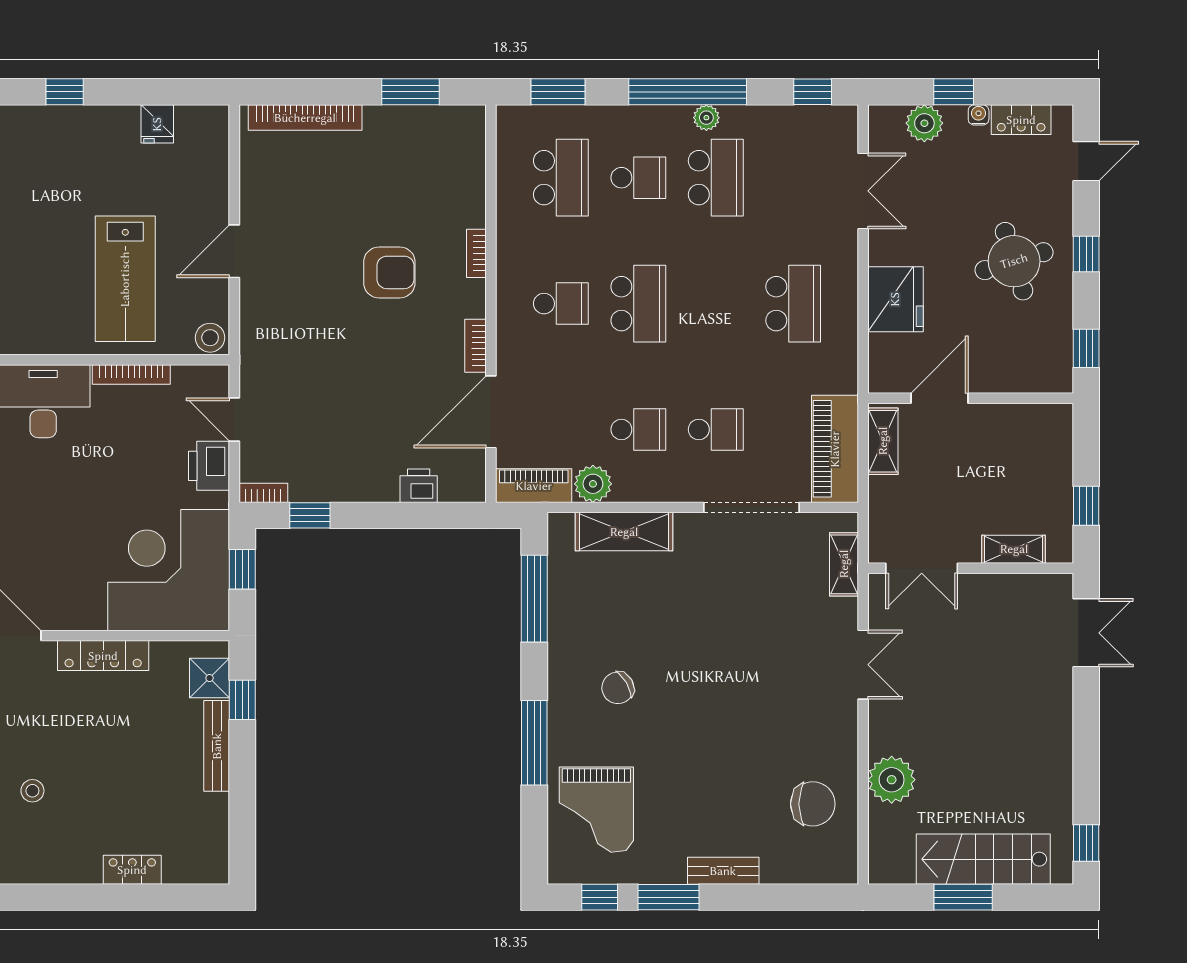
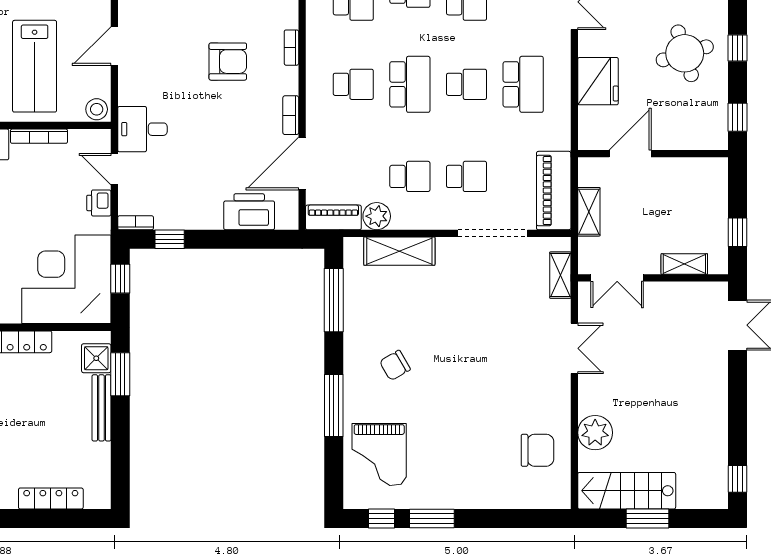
school desk: (716, 304) -> (467, 84), added
desk: (273, 365) -> (142, 129), added
shelving: (883, 441) -> (589, 212), moved
printer: (209, 466) -> (99, 203), width x0.73, depth x0.81
printer: (419, 486) -> (249, 212), width x1.87, depth x1.48
window: (242, 700) -> (120, 374), width x1.50
stairs: (983, 859) -> (627, 491), moved
locker: (132, 870) -> (51, 498), width x1.53
bench: (723, 871) -> (472, 499), removed

